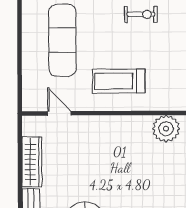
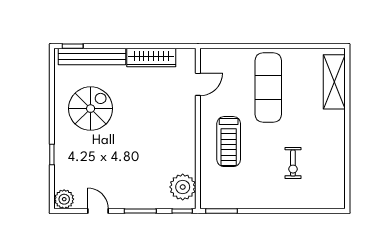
exercise mat: (62, 40) -> (268, 88), turned 90
treadmill: (119, 81) -> (229, 142), turned 180

